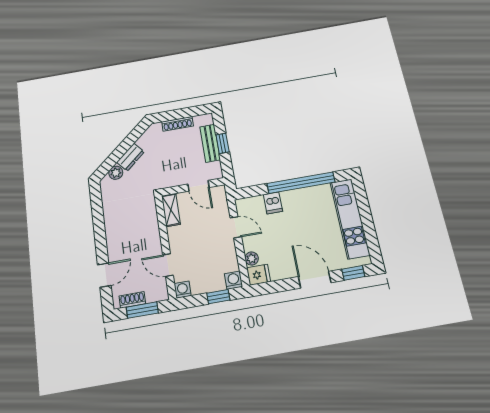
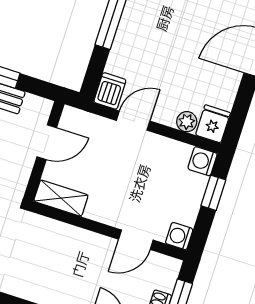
dishwasher: (273, 203) -> (110, 91), moved, turned -90

